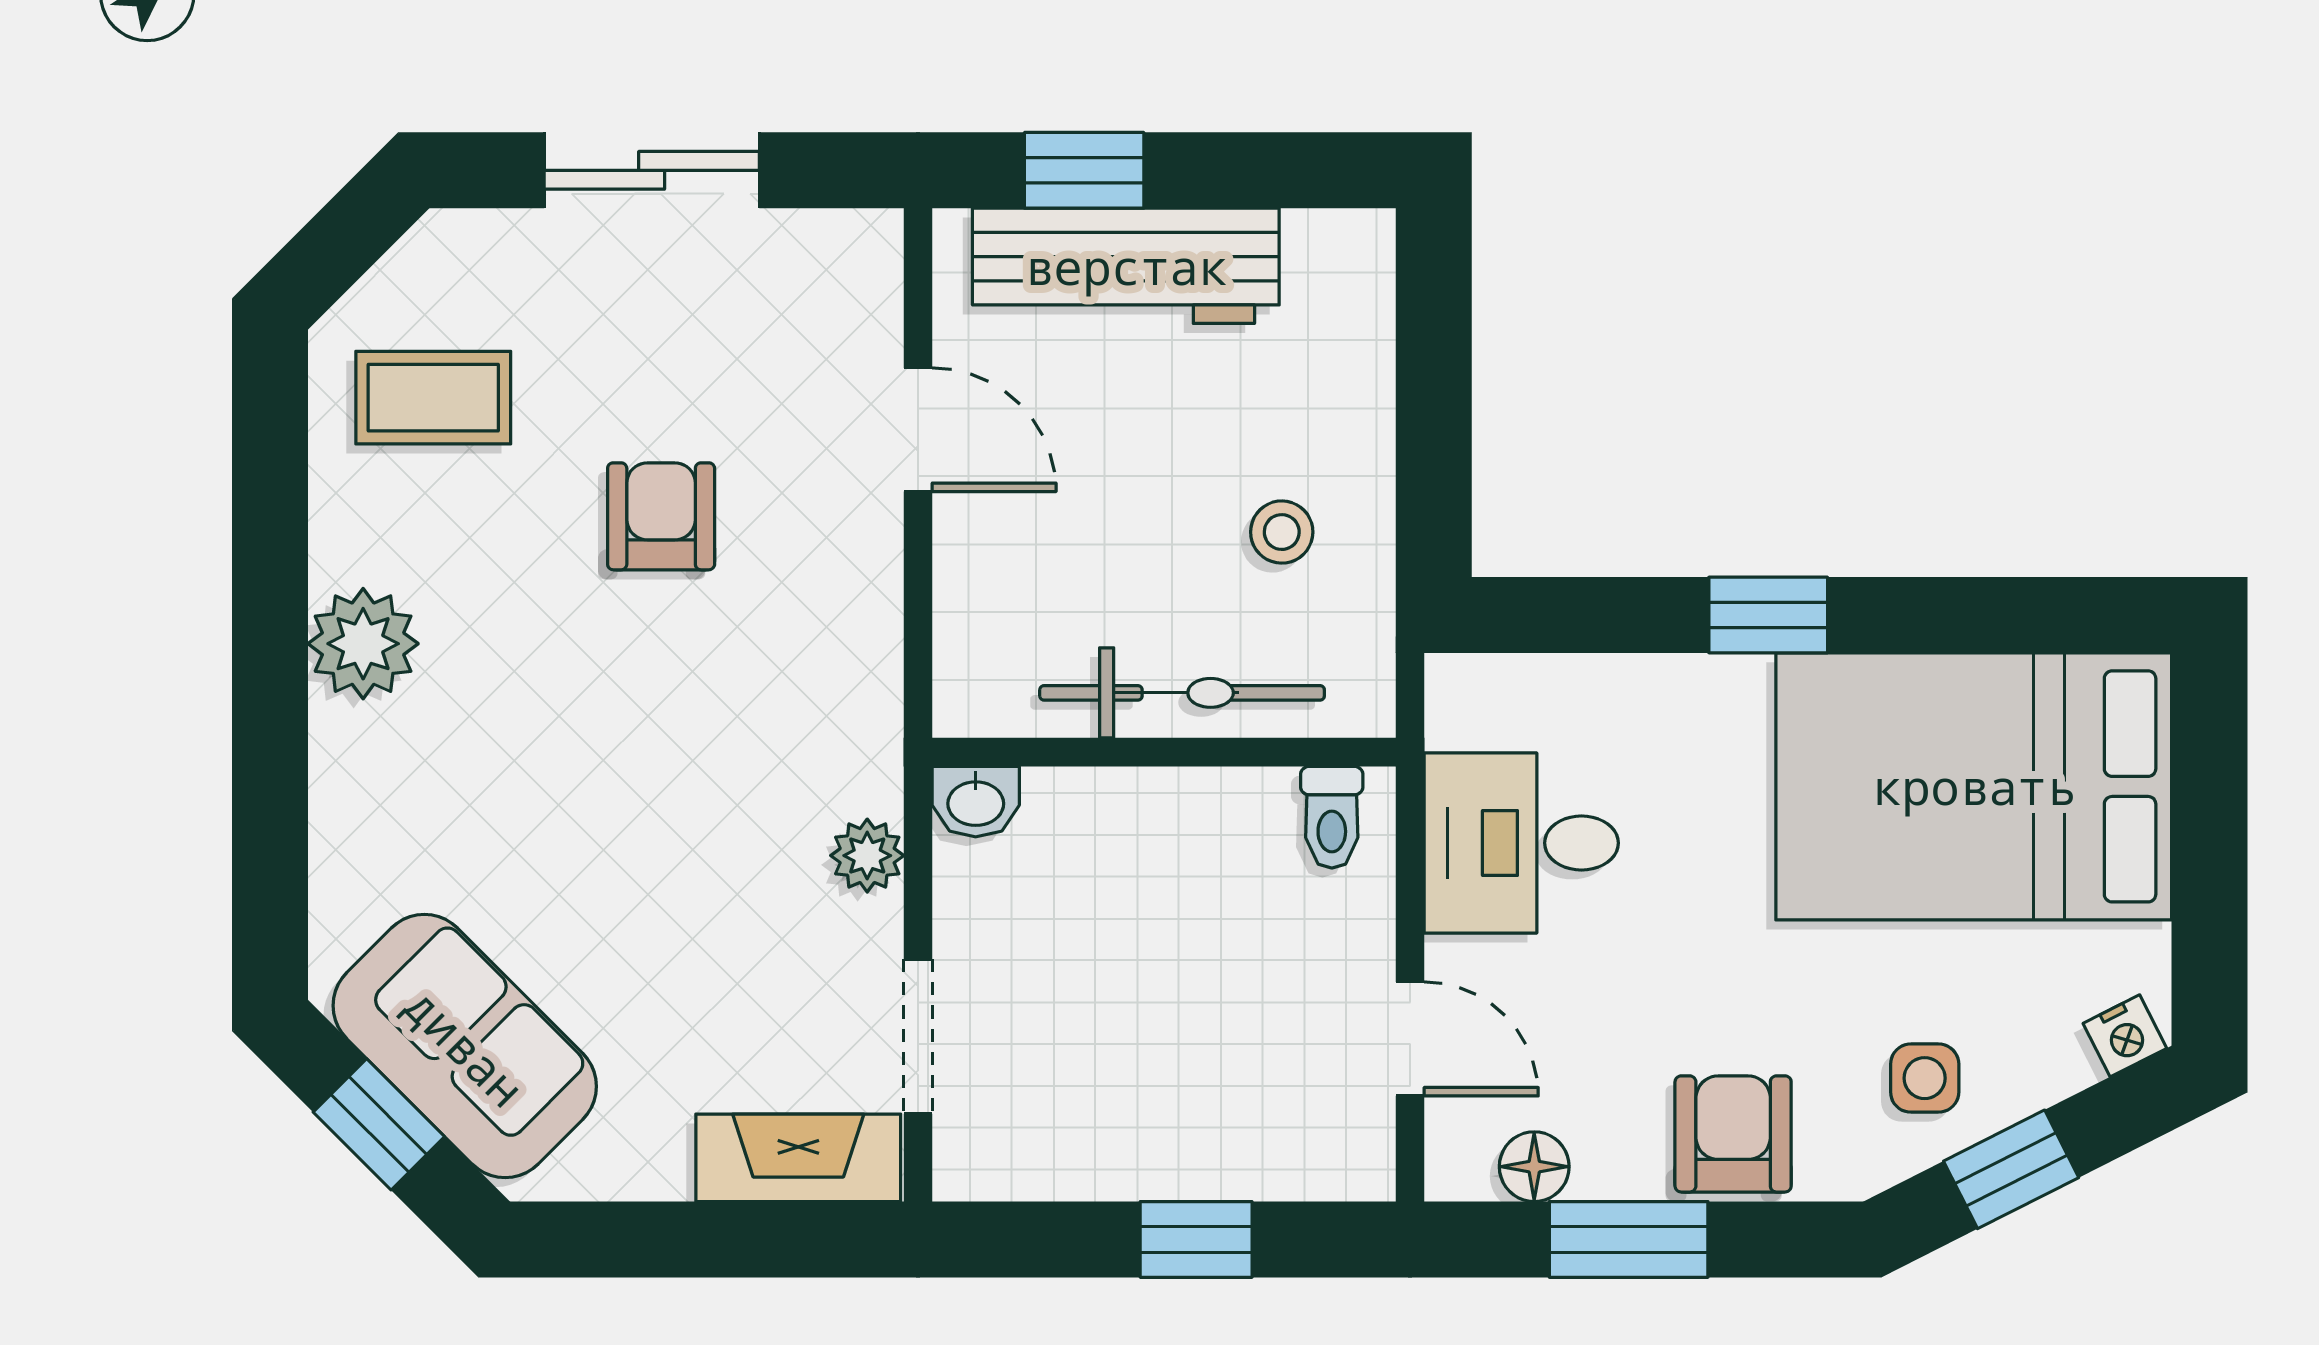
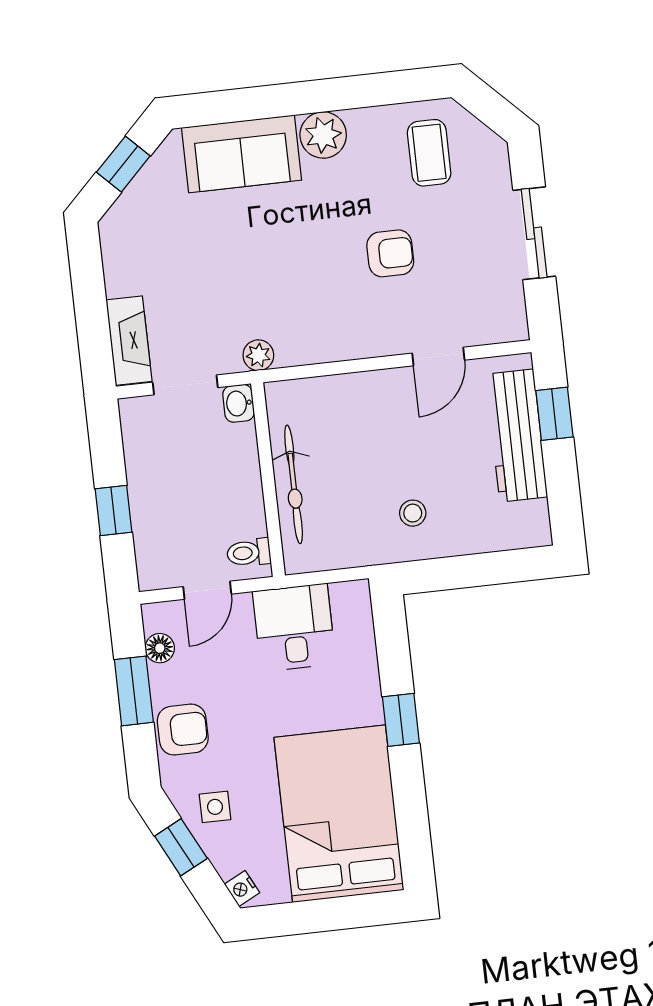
bicycle: (1182, 693) -> (294, 484), moved
wall: (1164, 752) -> (268, 480), moved
washbasin: (976, 802) -> (239, 403), moved
toilet: (1332, 817) -> (249, 553), moved
sofa: (465, 1046) -> (242, 154), moved, turned 45

